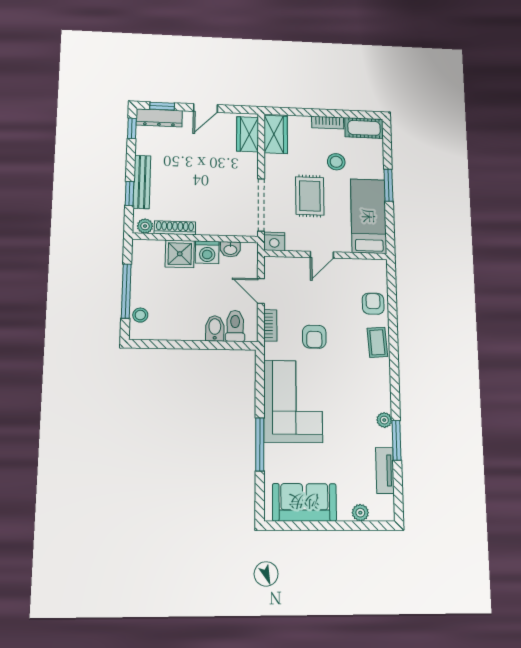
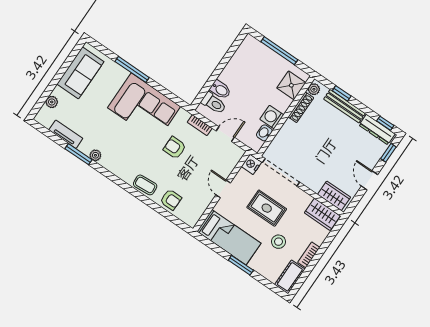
dresser: (159, 118) -> (377, 130), moved, turned -90
shower: (180, 254) -> (291, 85), moved
stool: (140, 315) -> (258, 50), removed

